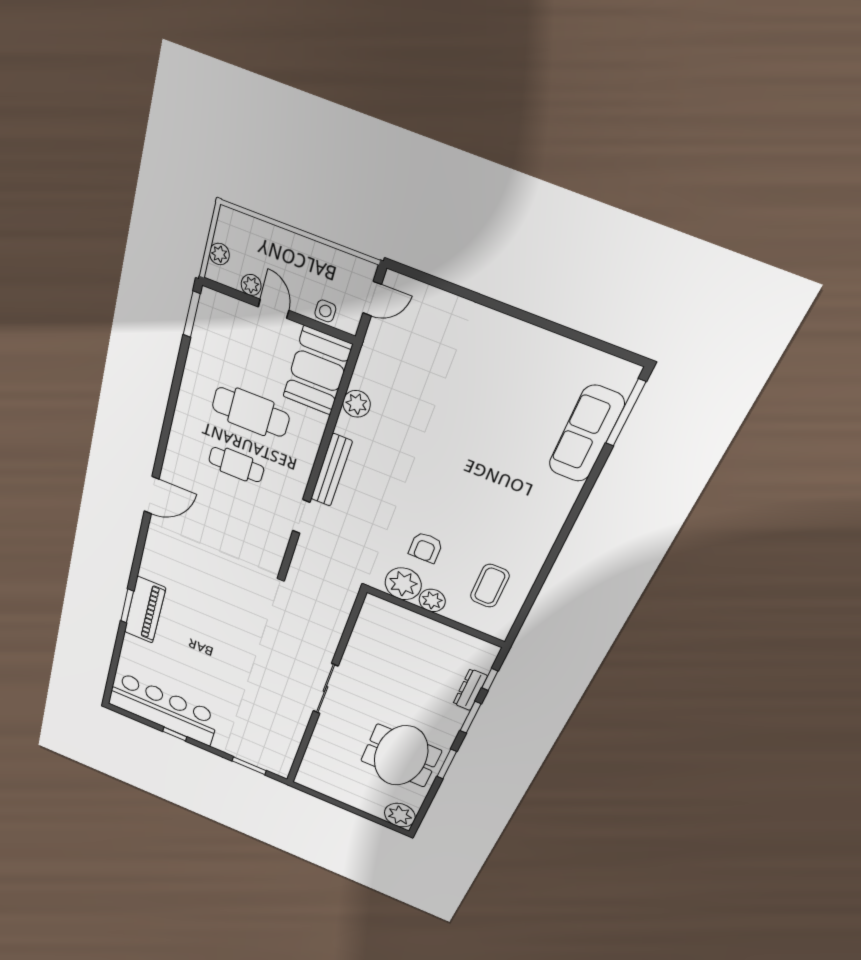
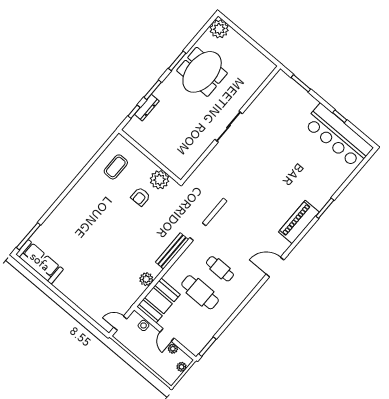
sofa: (586, 434) -> (40, 262), moved, turned -90
armchair: (426, 547) -> (140, 197), turned 180
plant: (432, 600) -> (148, 166), removed
piano: (145, 610) -> (299, 222), moved

